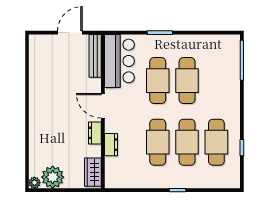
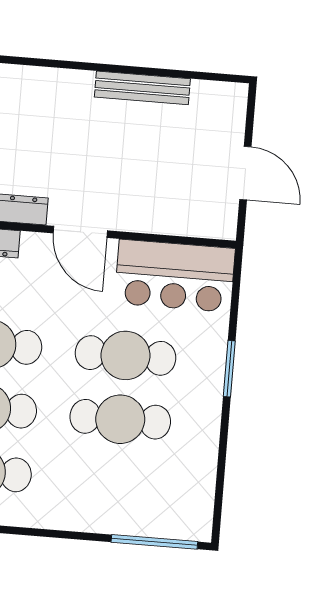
bench: (95, 56) -> (142, 88), moved
door: (103, 106) -> (80, 232), swing flipped

